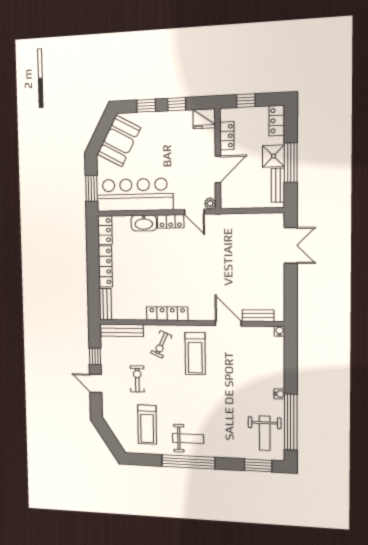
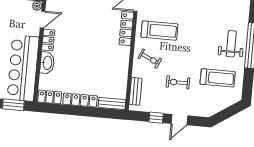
locker: (167, 314) -> (126, 28), moved
bench: (122, 330) -> (135, 91), width x0.73

